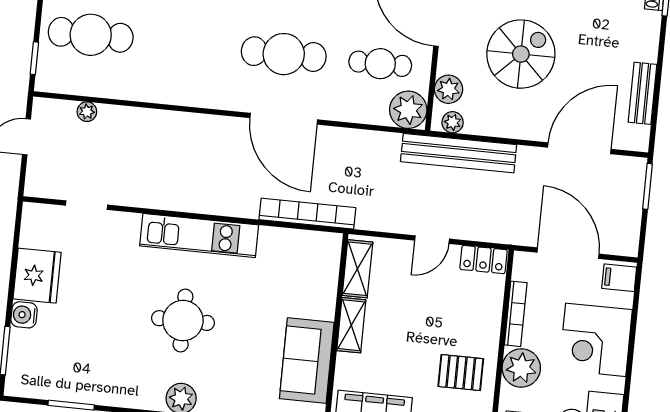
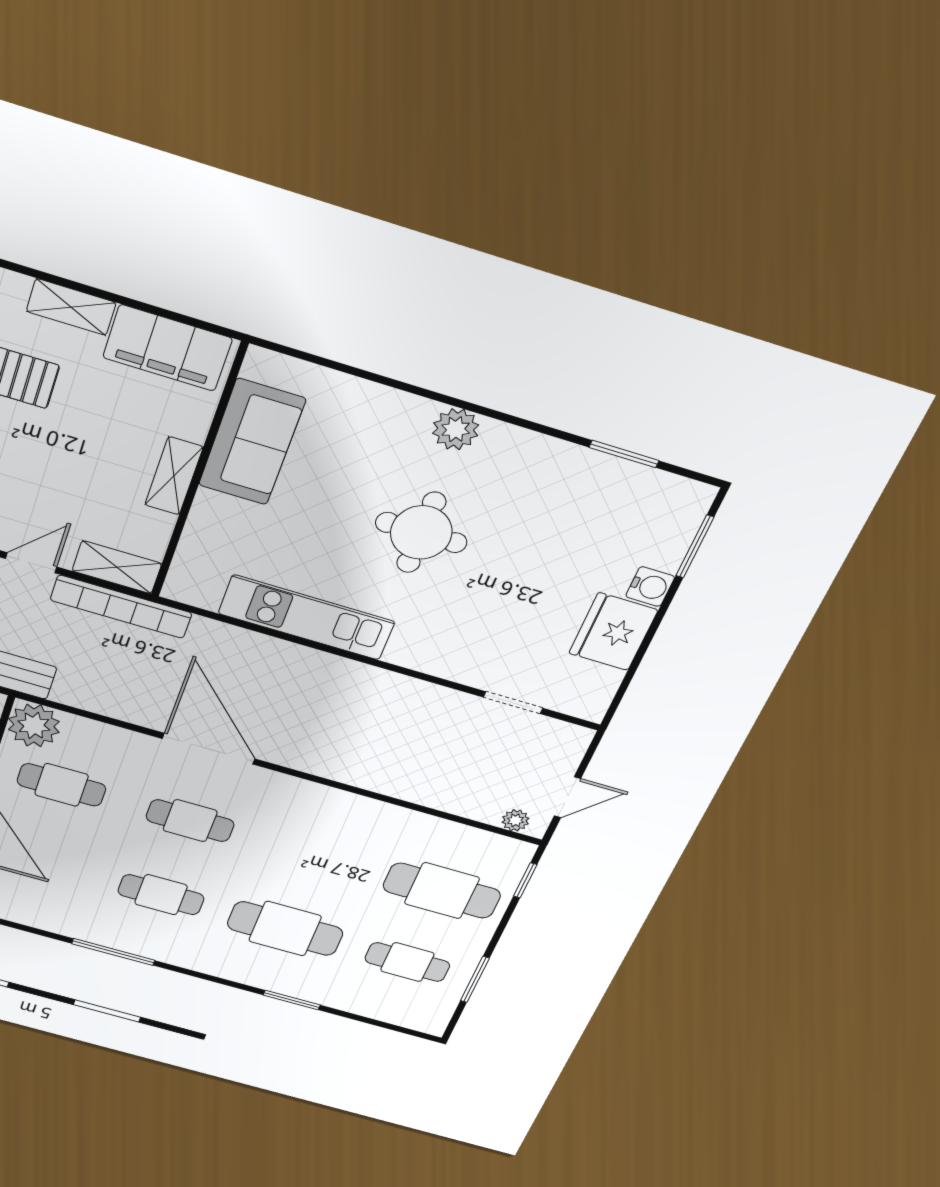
cafe table: (284, 54) -> (190, 821), width x0.73, depth x0.74
plant: (87, 112) -> (516, 820), moved
bookcase: (307, 214) -> (121, 607), moved
kitchen unit: (199, 235) -> (306, 617), moved
shelving: (357, 269) -> (117, 567), moved, turned 90

